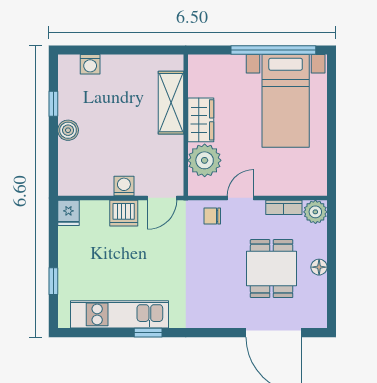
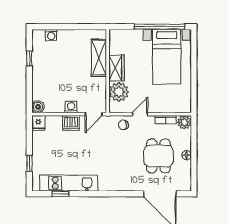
boiler: (68, 130) -> (38, 107), moved
window: (148, 333) -> (61, 194), moved

